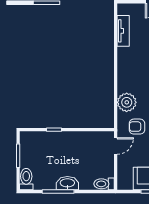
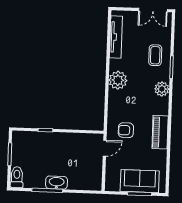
tv unit: (123, 31) -> (116, 37), width x1.41
plant: (127, 102) -> (118, 80), moved
toilet: (104, 184) -> (92, 185), removed

